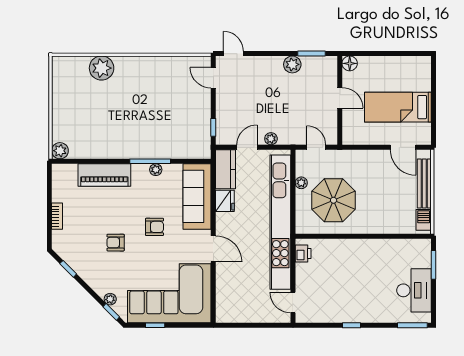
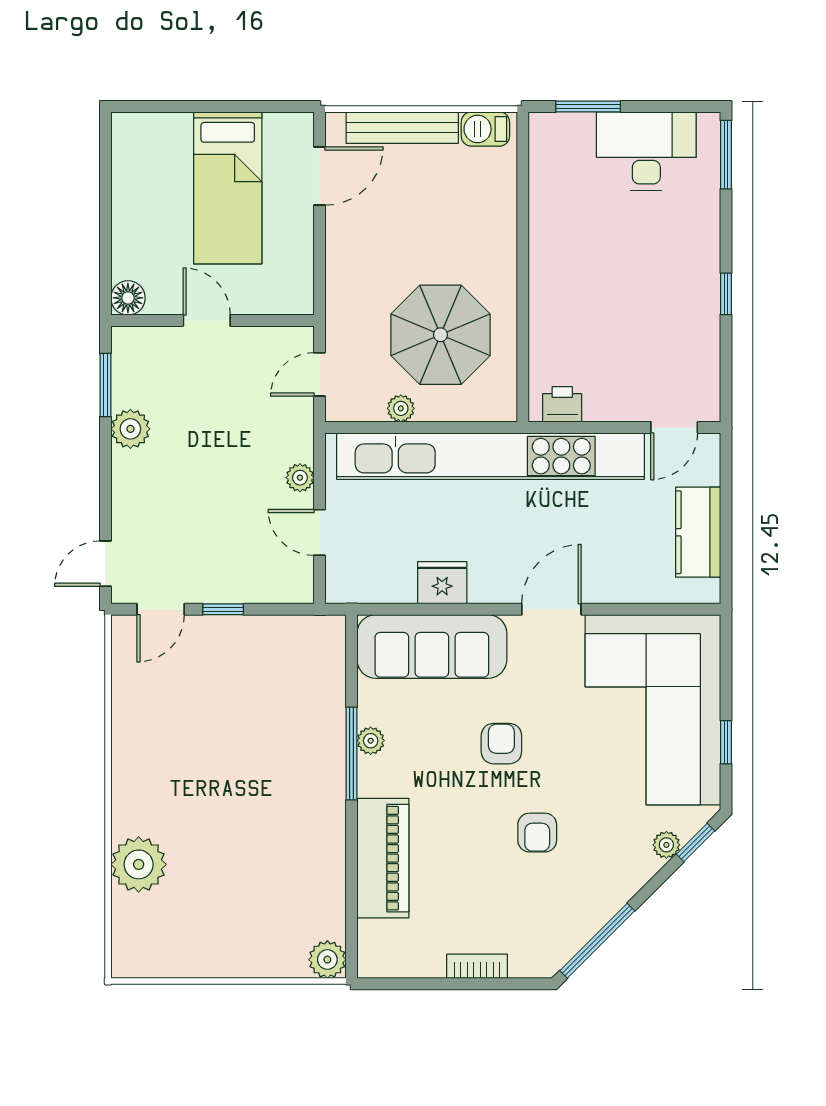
door: (340, 98) -> (207, 320), hinge flipped
window: (213, 127) -> (223, 609), moved
kitchen counter: (225, 169) -> (698, 532), moved, turned -90
window: (68, 269) -> (597, 941), width x2.17

